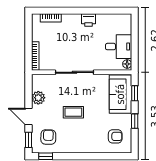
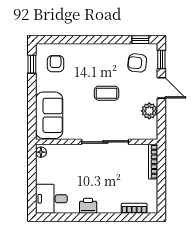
desk: (119, 47) -> (51, 199), moved
window: (135, 93) -> (32, 116), removed
window: (135, 121) -> (32, 64), moved
armchair: (115, 136) -> (56, 64), turned 90
armchair: (48, 137) -> (137, 63), turned 95

